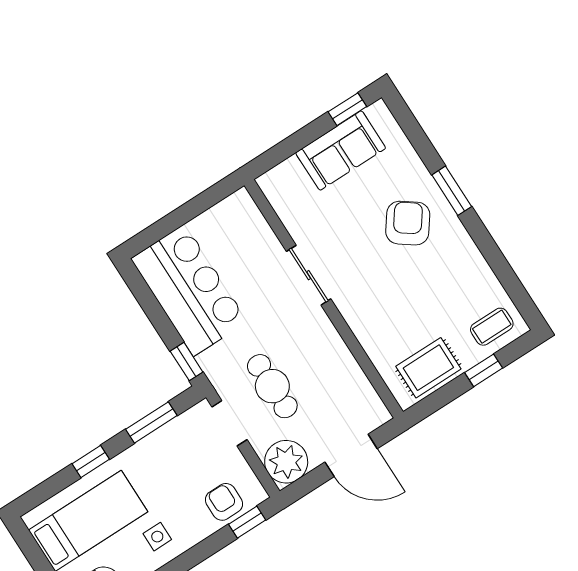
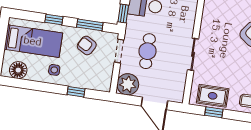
sliding door: (309, 275) -> (193, 54), moved
window: (484, 370) -> (214, 112), moved
armchair: (224, 502) -> (87, 45), moved, turned -61
window: (247, 522) -> (76, 92), moved

